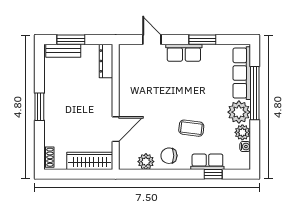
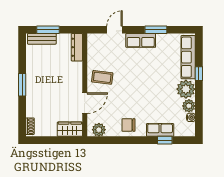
door: (152, 40) -> (115, 30), hinge flipped
window: (255, 93) -> (199, 74), width x0.32
coffee table: (191, 128) -> (102, 77), moved
wardrobe: (90, 161) -> (70, 129), width x0.67
plant: (146, 162) -> (99, 130), moved

